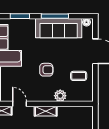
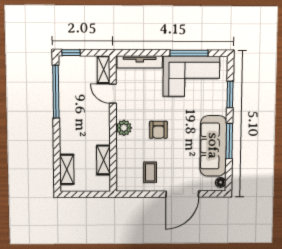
plant: (60, 96) -> (124, 128), moved
door: (19, 104) -> (113, 94), swing flipped
shelving: (46, 111) -> (103, 160), moved

